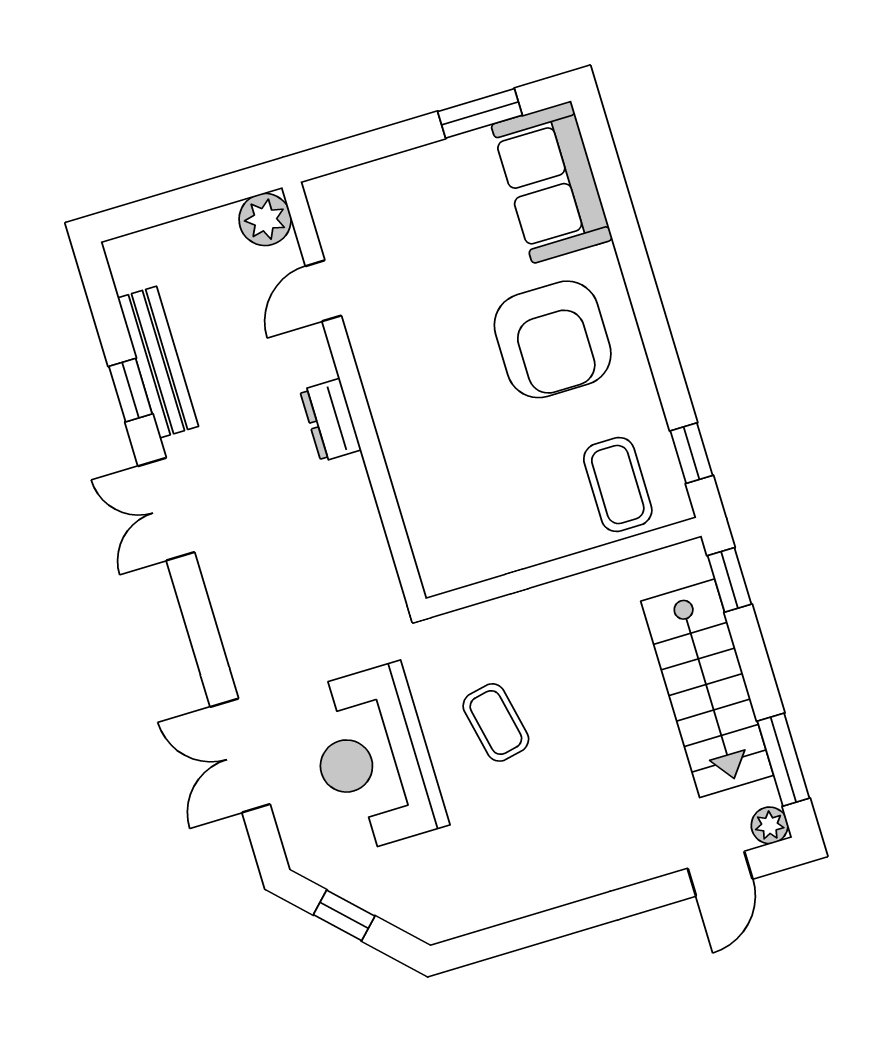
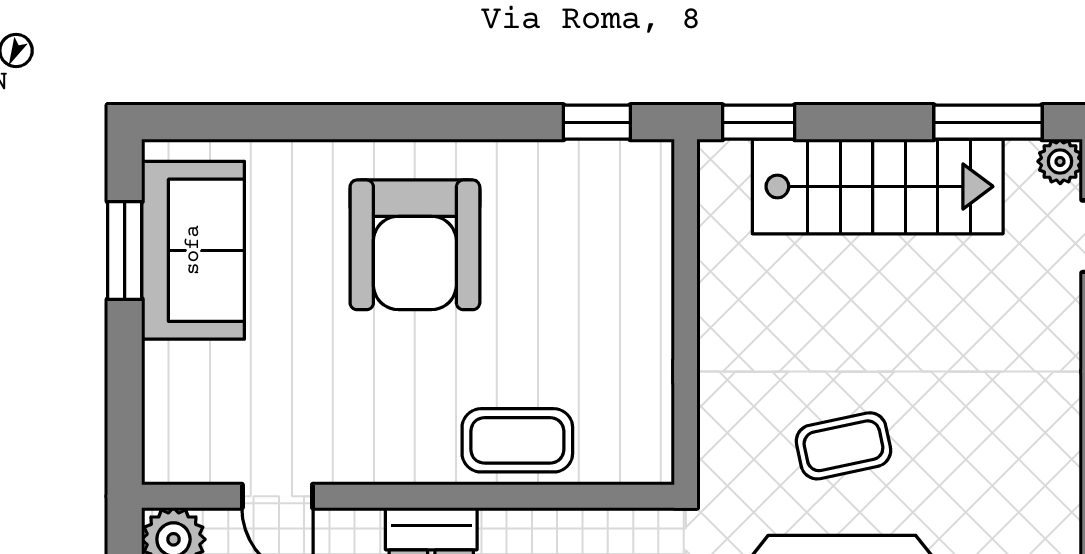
sofa: (552, 182) -> (193, 250), moved, turned -90
armchair: (553, 339) -> (415, 245), turned 90
coffee table: (618, 484) -> (517, 440), moved

